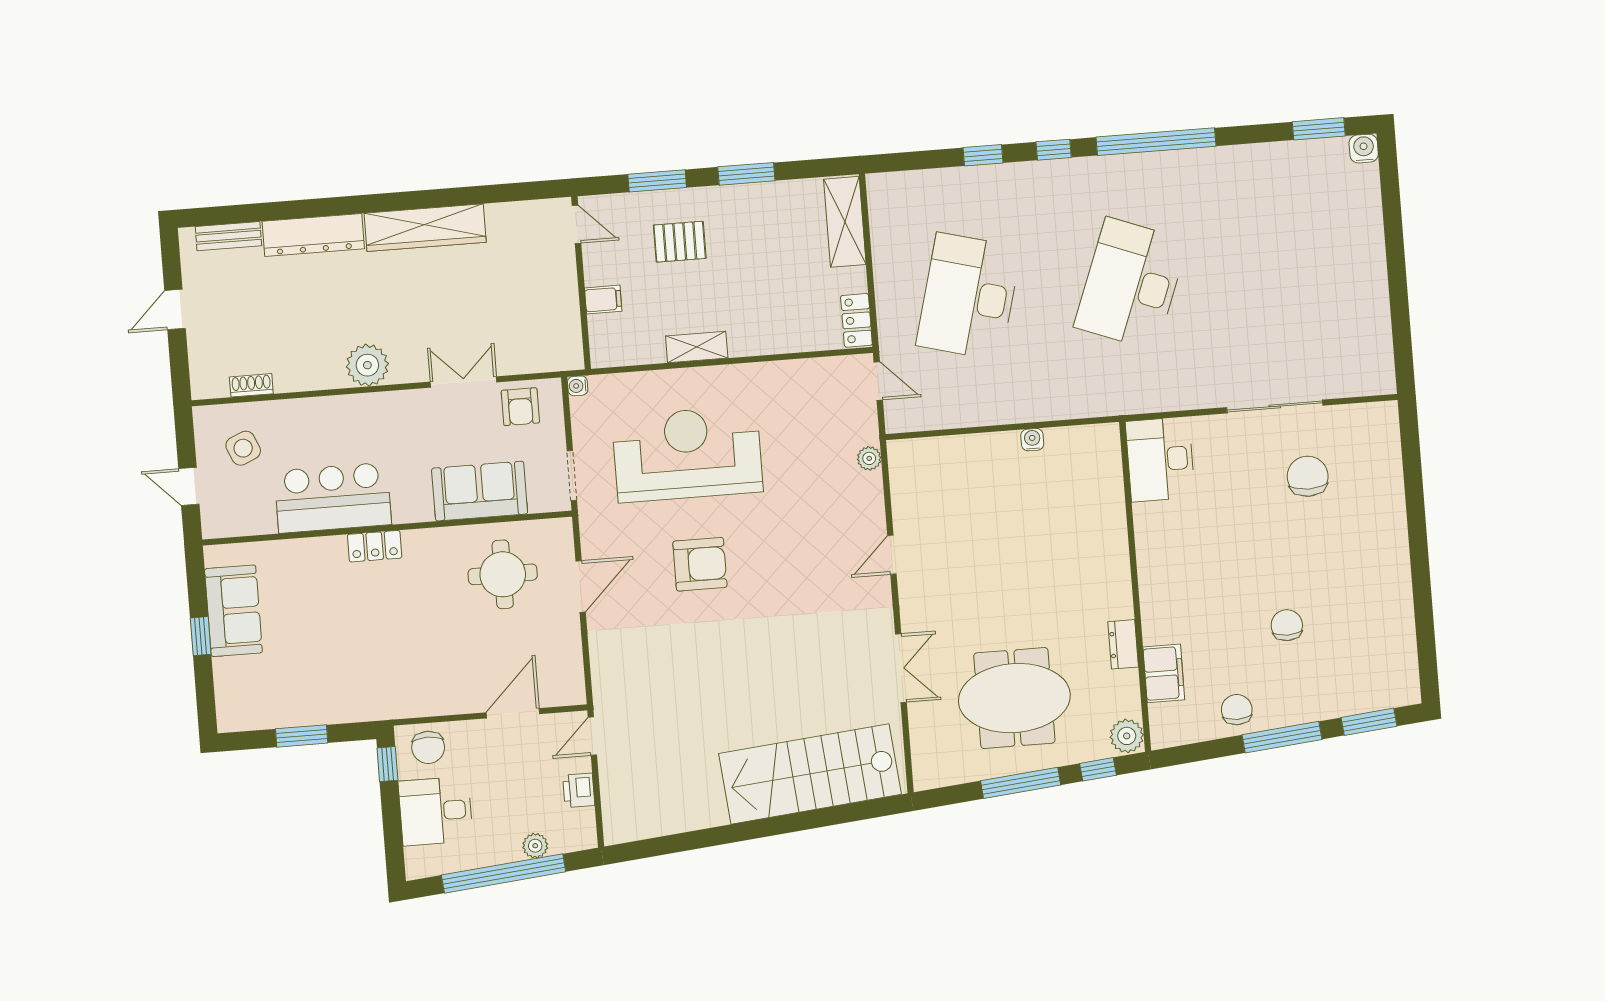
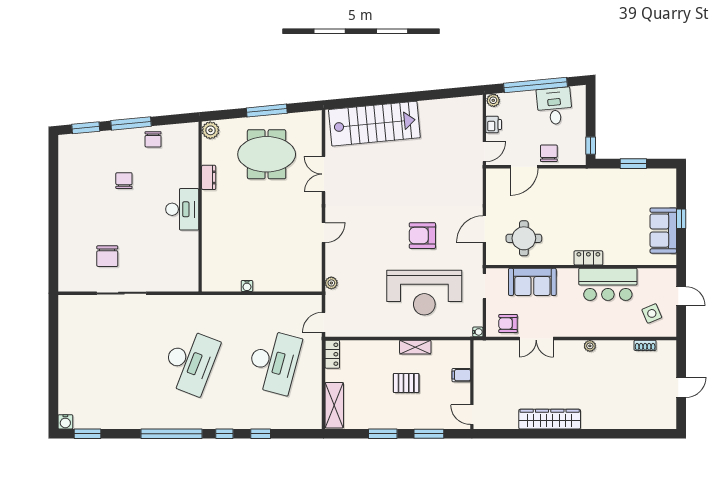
dresser: (313, 235) -> (607, 420), removed
bench: (228, 236) -> (651, 423), removed
pallet: (680, 242) -> (406, 383), moved
plant: (367, 365) -> (590, 346), width x0.53, depth x0.53
door: (878, 381) -> (324, 322), hinge flipped
armchair: (520, 407) -> (508, 324), turned -90
desk: (1160, 459) -> (182, 209), moved
chair: (1287, 625) -> (124, 181), turned 180
filing cabinet: (1164, 673) -> (189, 161), removed
chair: (428, 747) -> (549, 153), moved
window: (1098, 769) -> (227, 114), removed
desk: (436, 811) -> (554, 106), moved, turned -95
plant: (535, 846) -> (493, 100), moved

